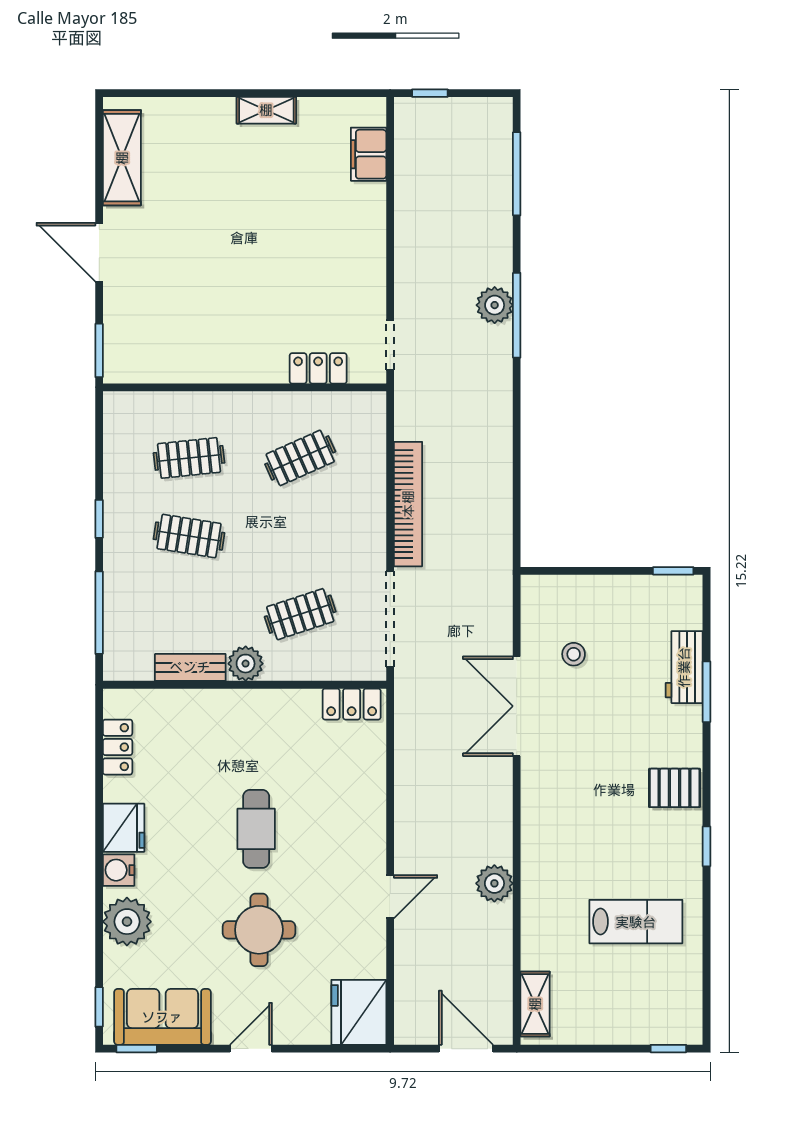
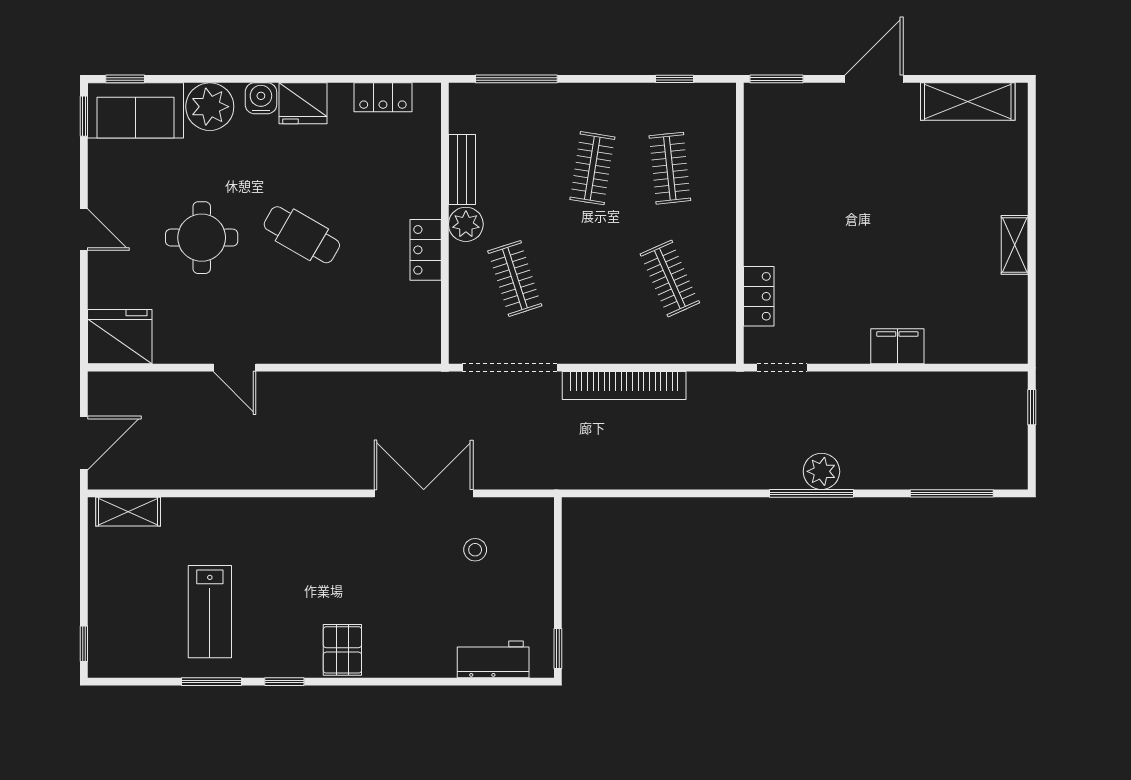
filing cabinet: (369, 154) -> (897, 346), moved
window: (99, 519) -> (674, 79), moved
workbench: (684, 667) -> (493, 659), moved
window: (706, 692) -> (211, 682), moved
locker: (352, 704) -> (426, 250), moved
cafe table: (256, 829) -> (302, 235), turned 30
plant: (494, 883) -> (248, 471), removed
sofa: (162, 1017) -> (135, 110), moved, turned 90

